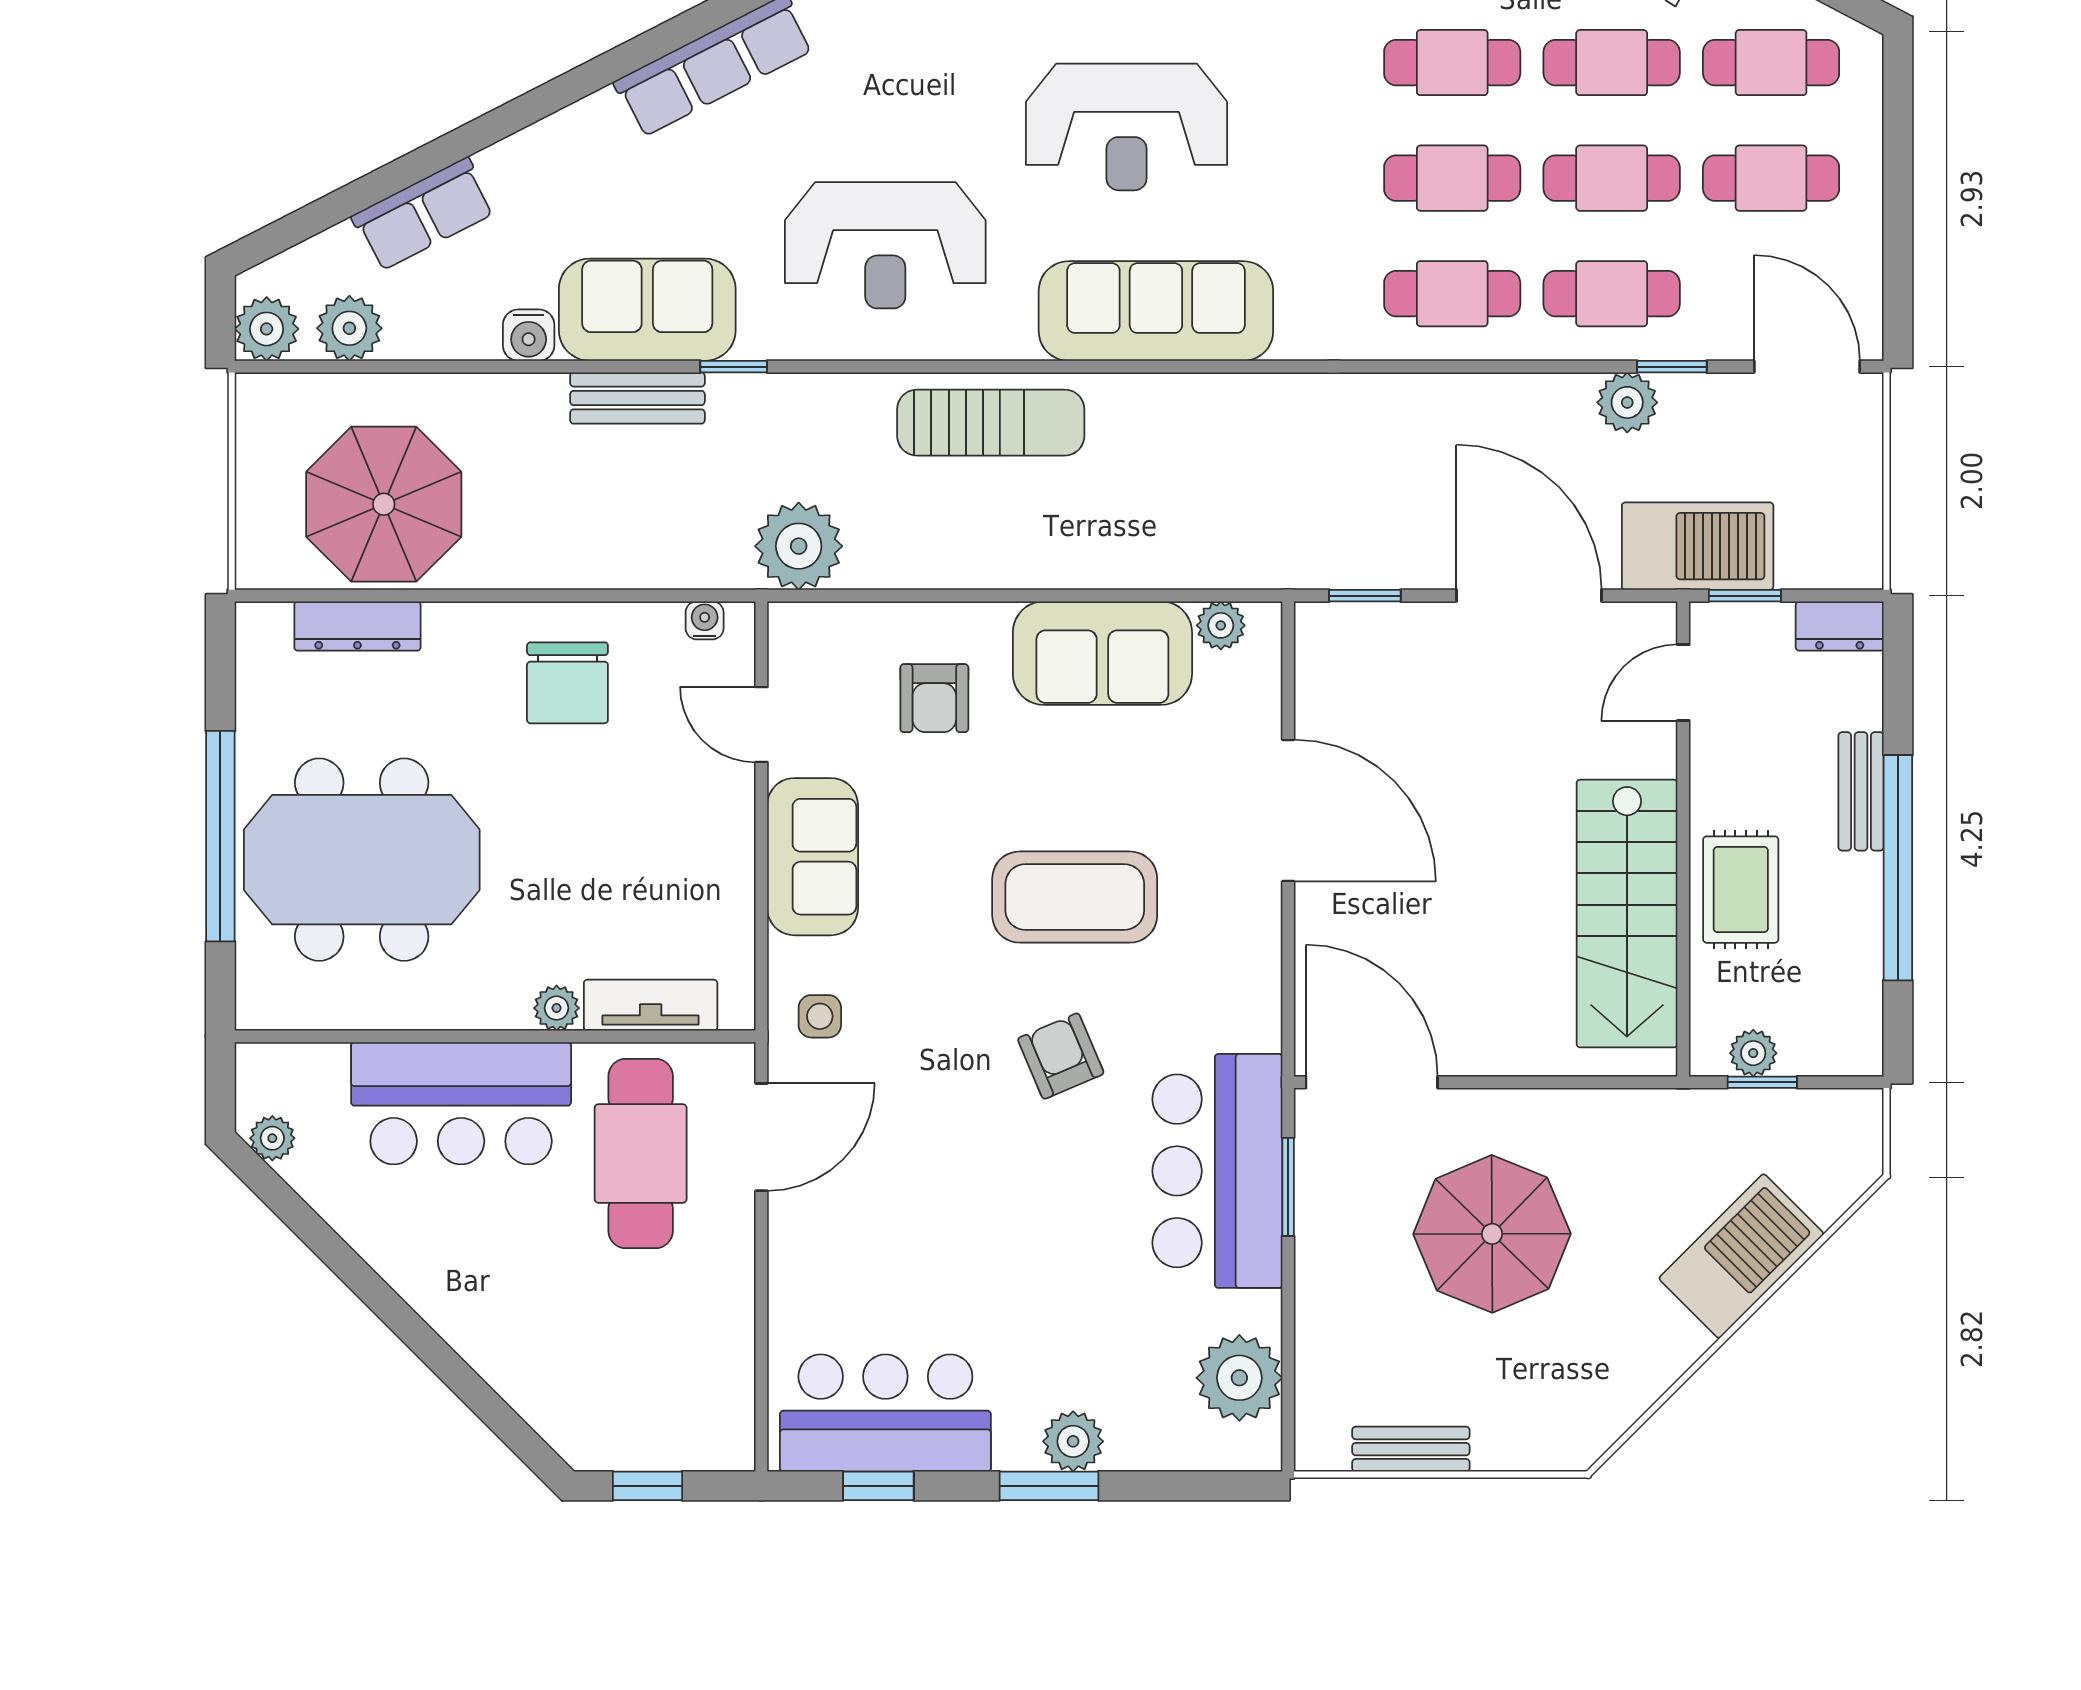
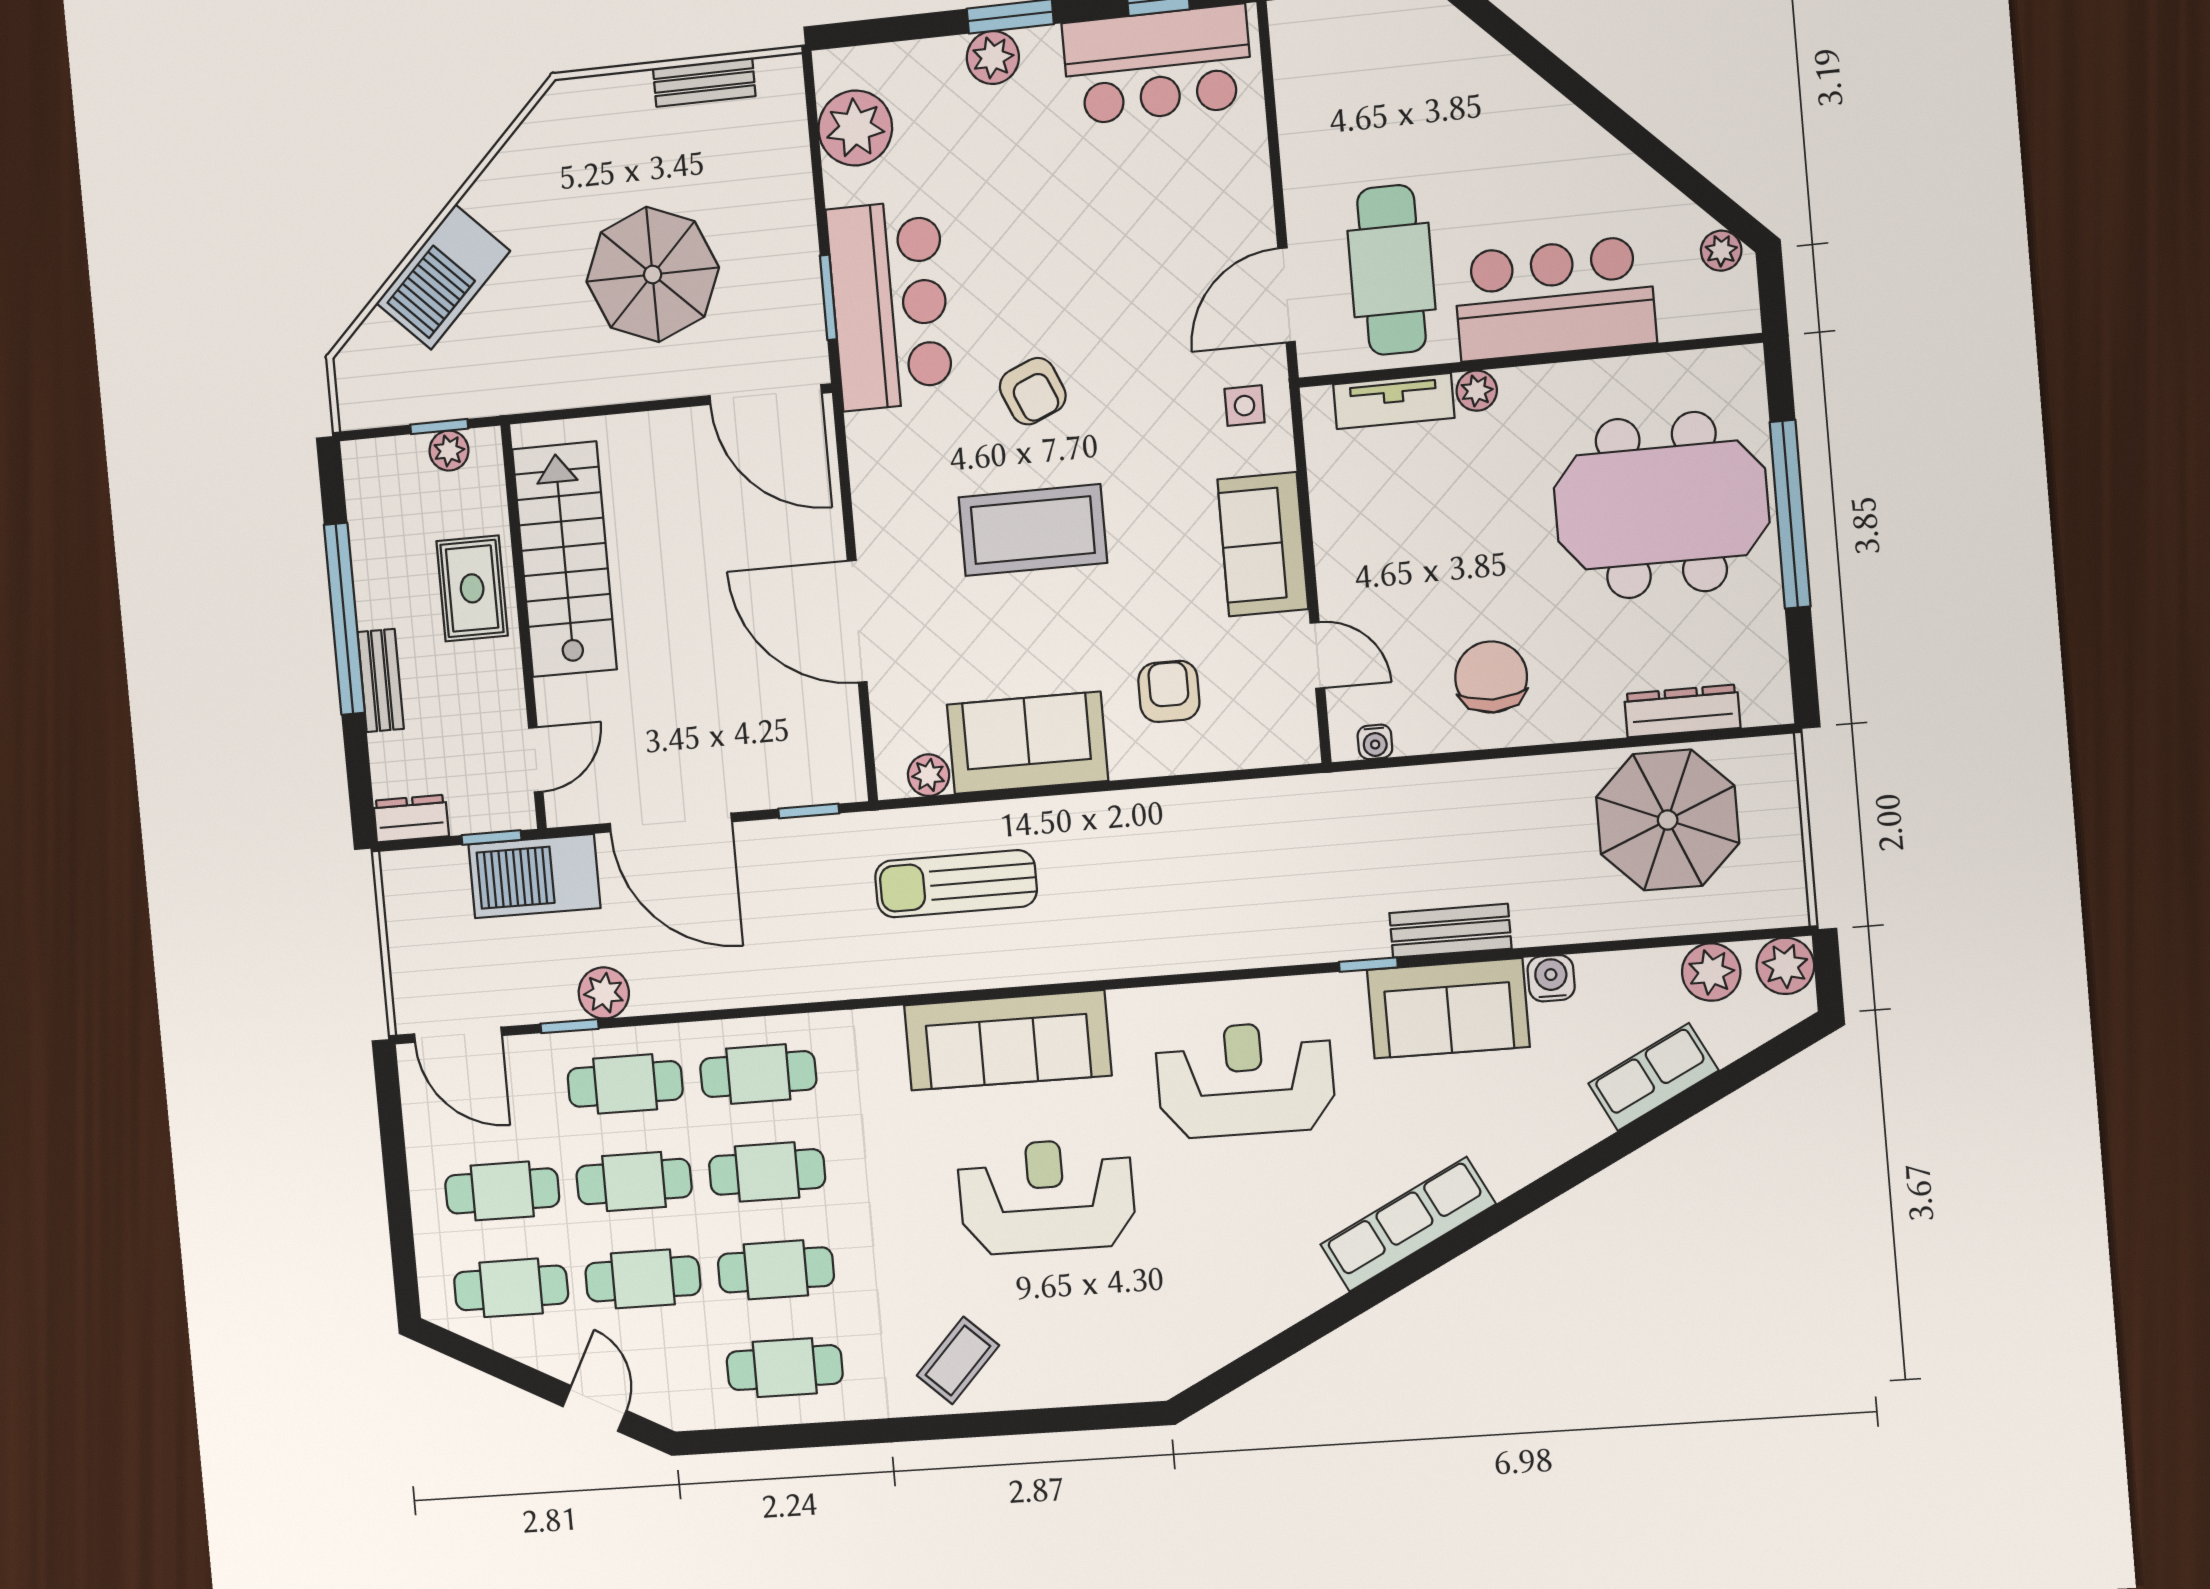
sun lounger: (991, 423) -> (956, 884), moved
plant: (799, 546) -> (1298, 813), removed

